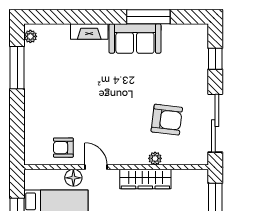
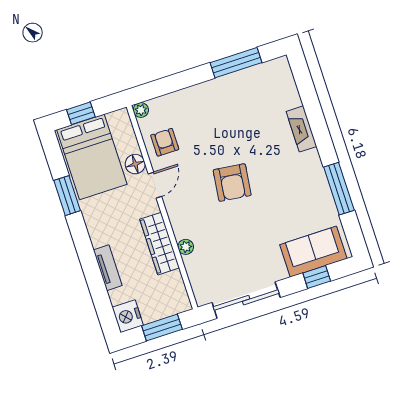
plant: (30, 36) -> (141, 110), moved
sofa: (135, 38) -> (313, 252), moved, turned 90
armchair: (167, 120) -> (232, 183), moved

